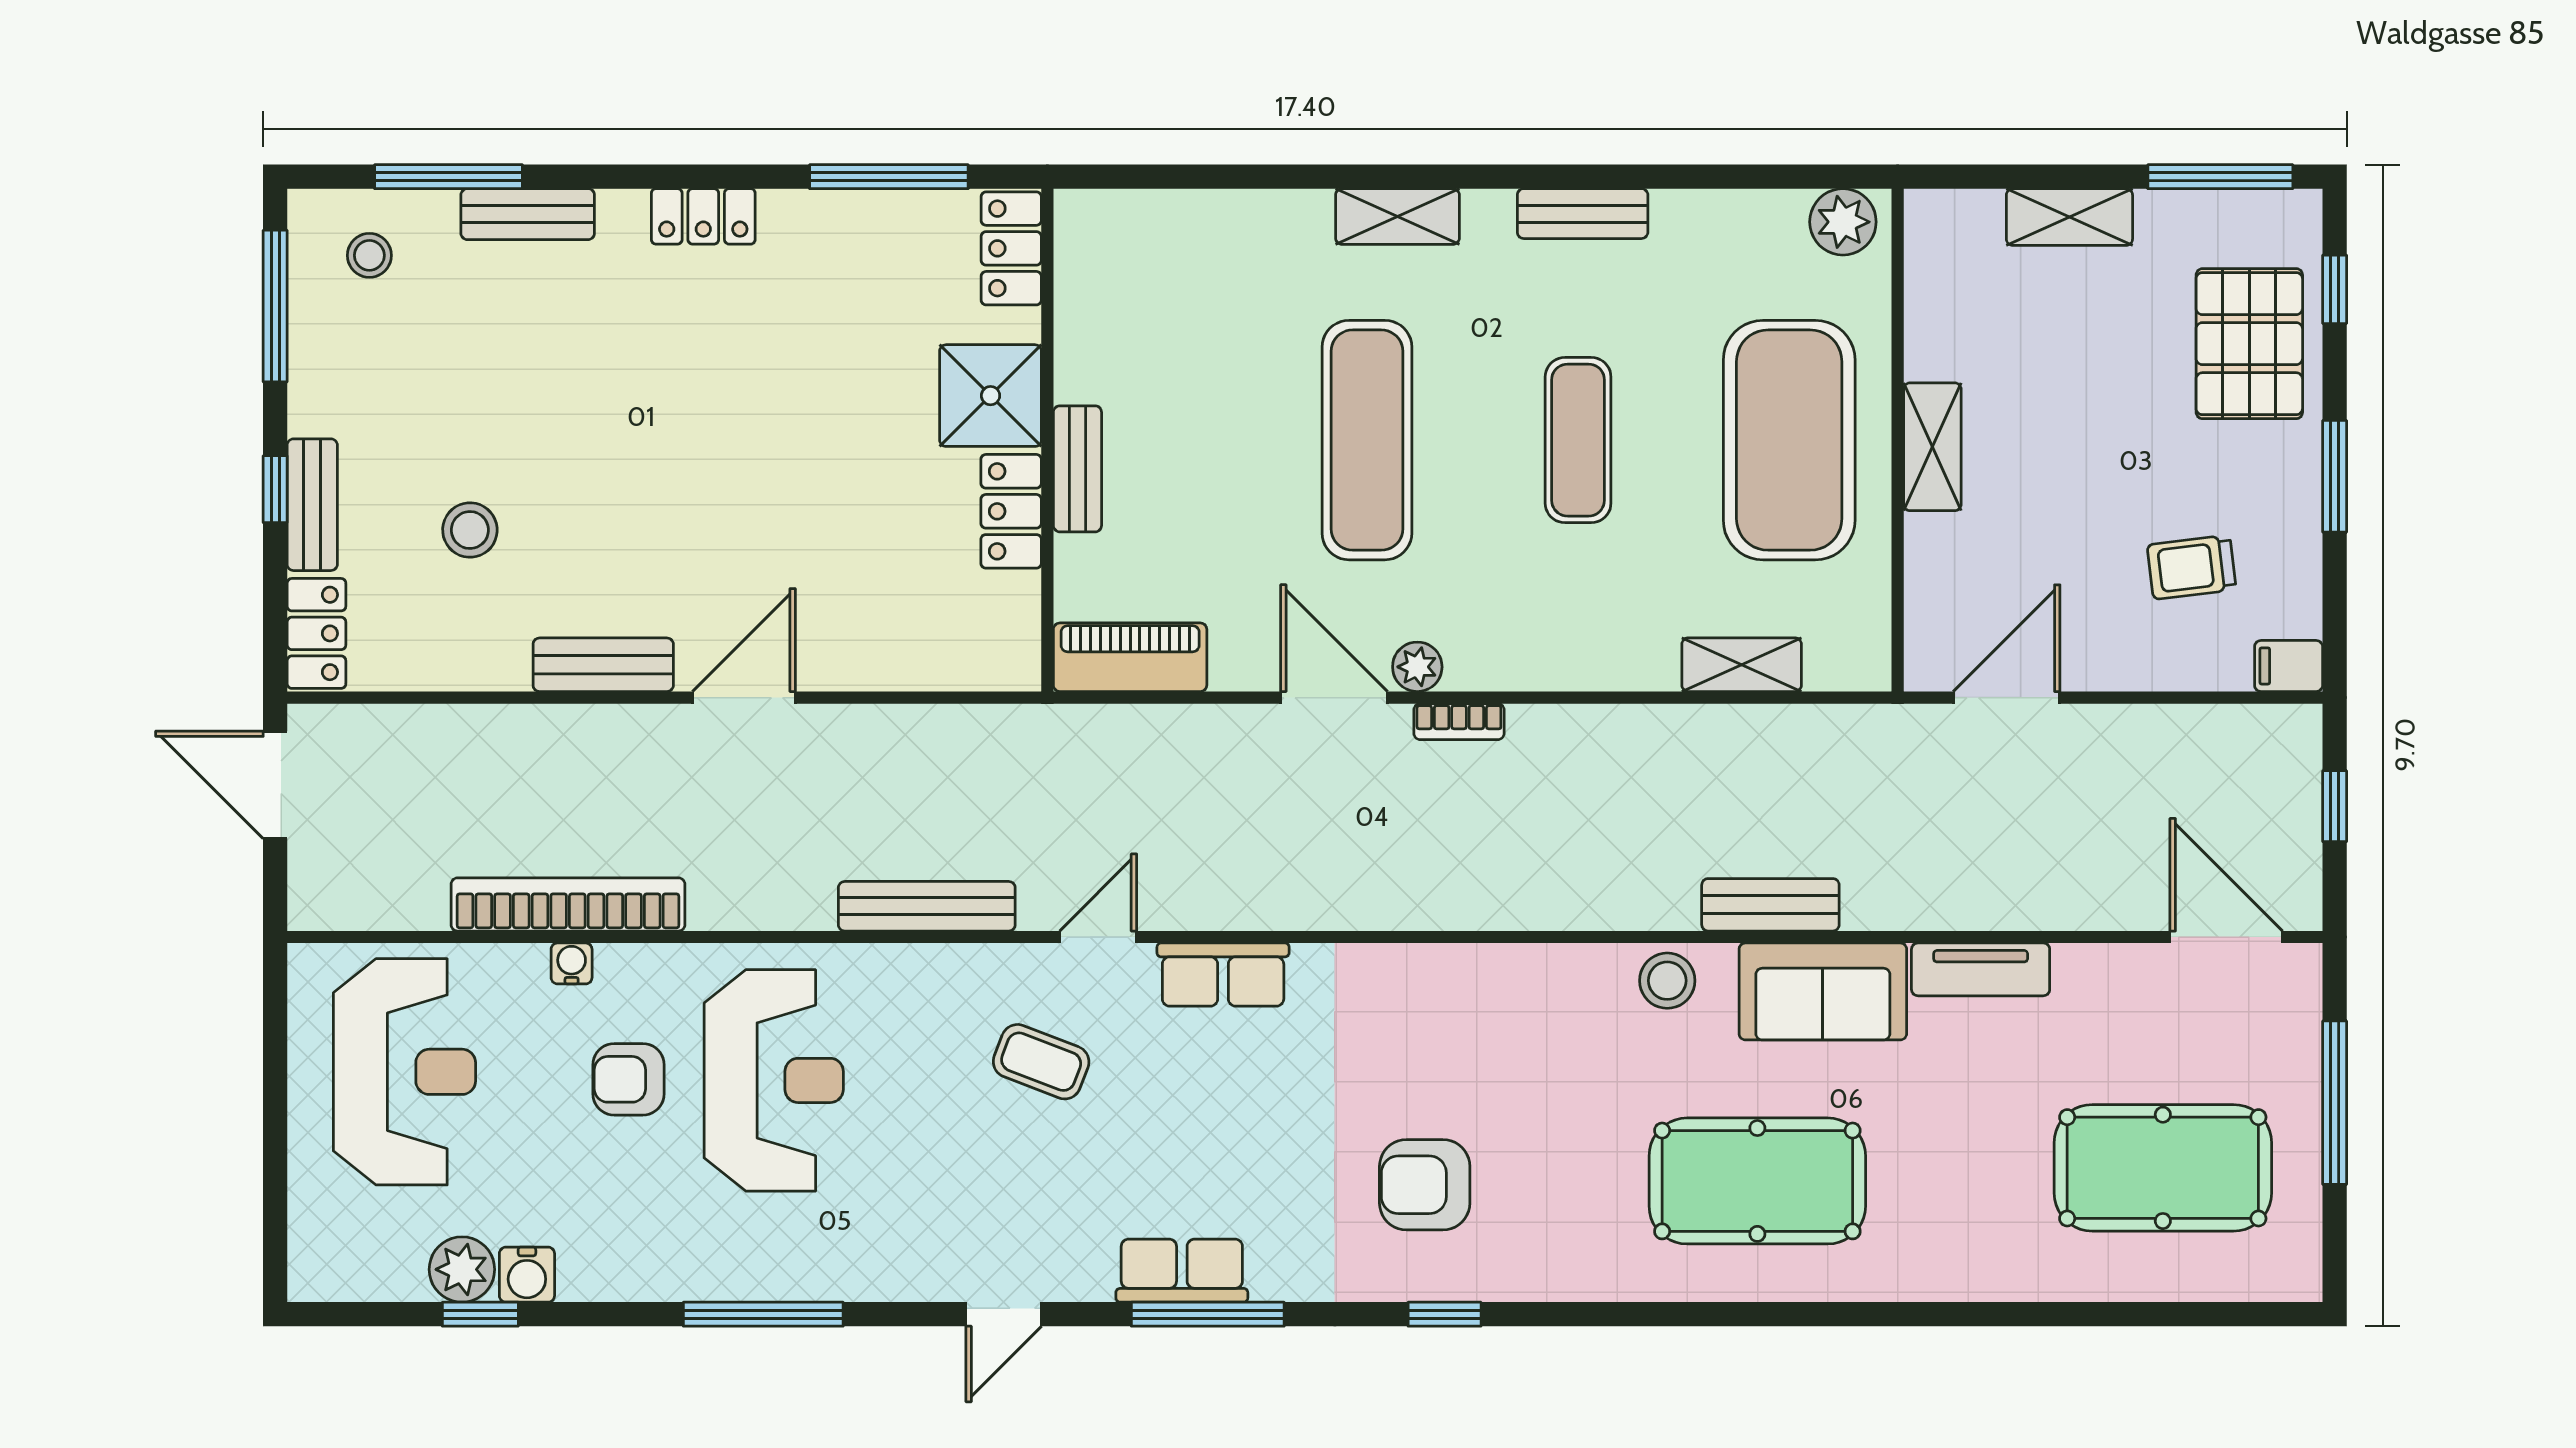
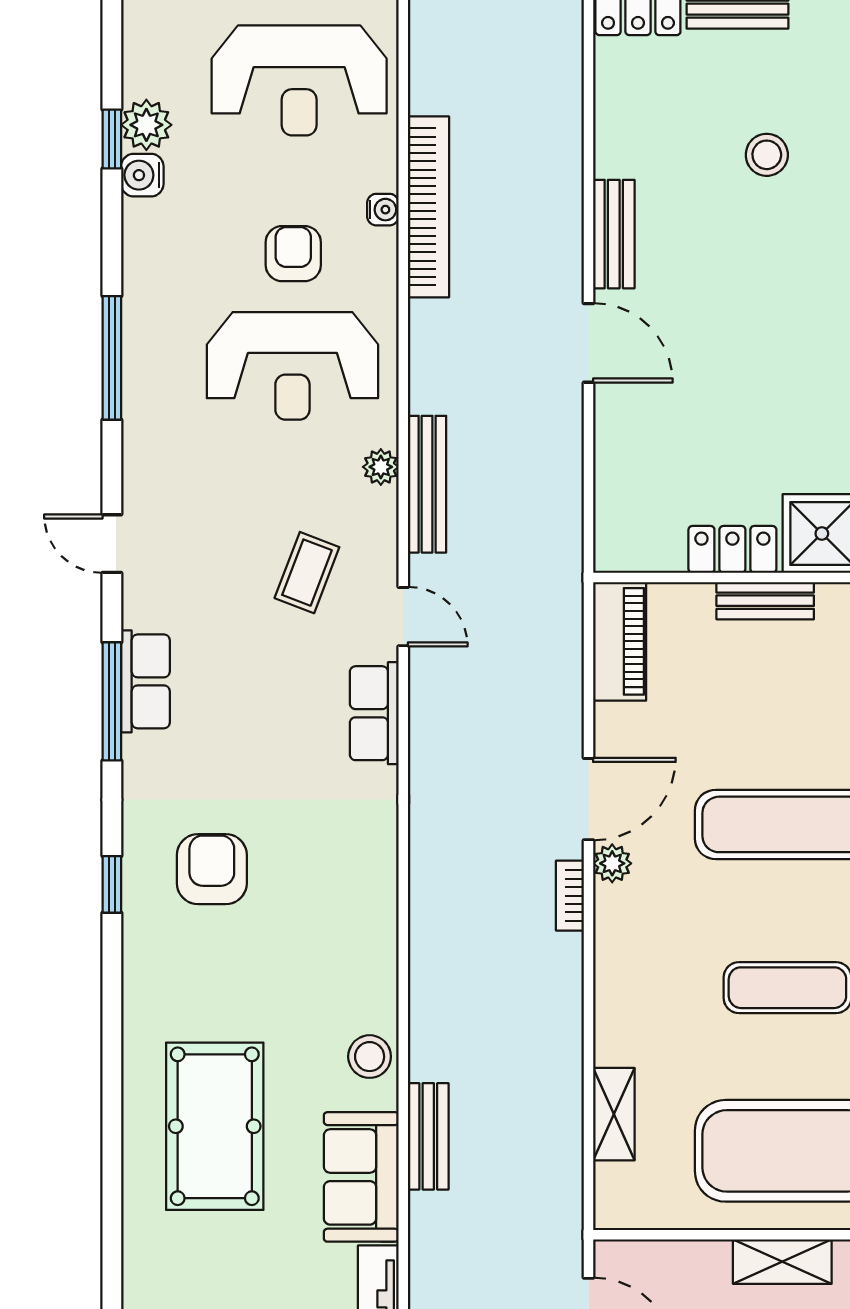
stool: (470, 530) -> (767, 155), moved
plant: (904, 966) -> (381, 467), added

